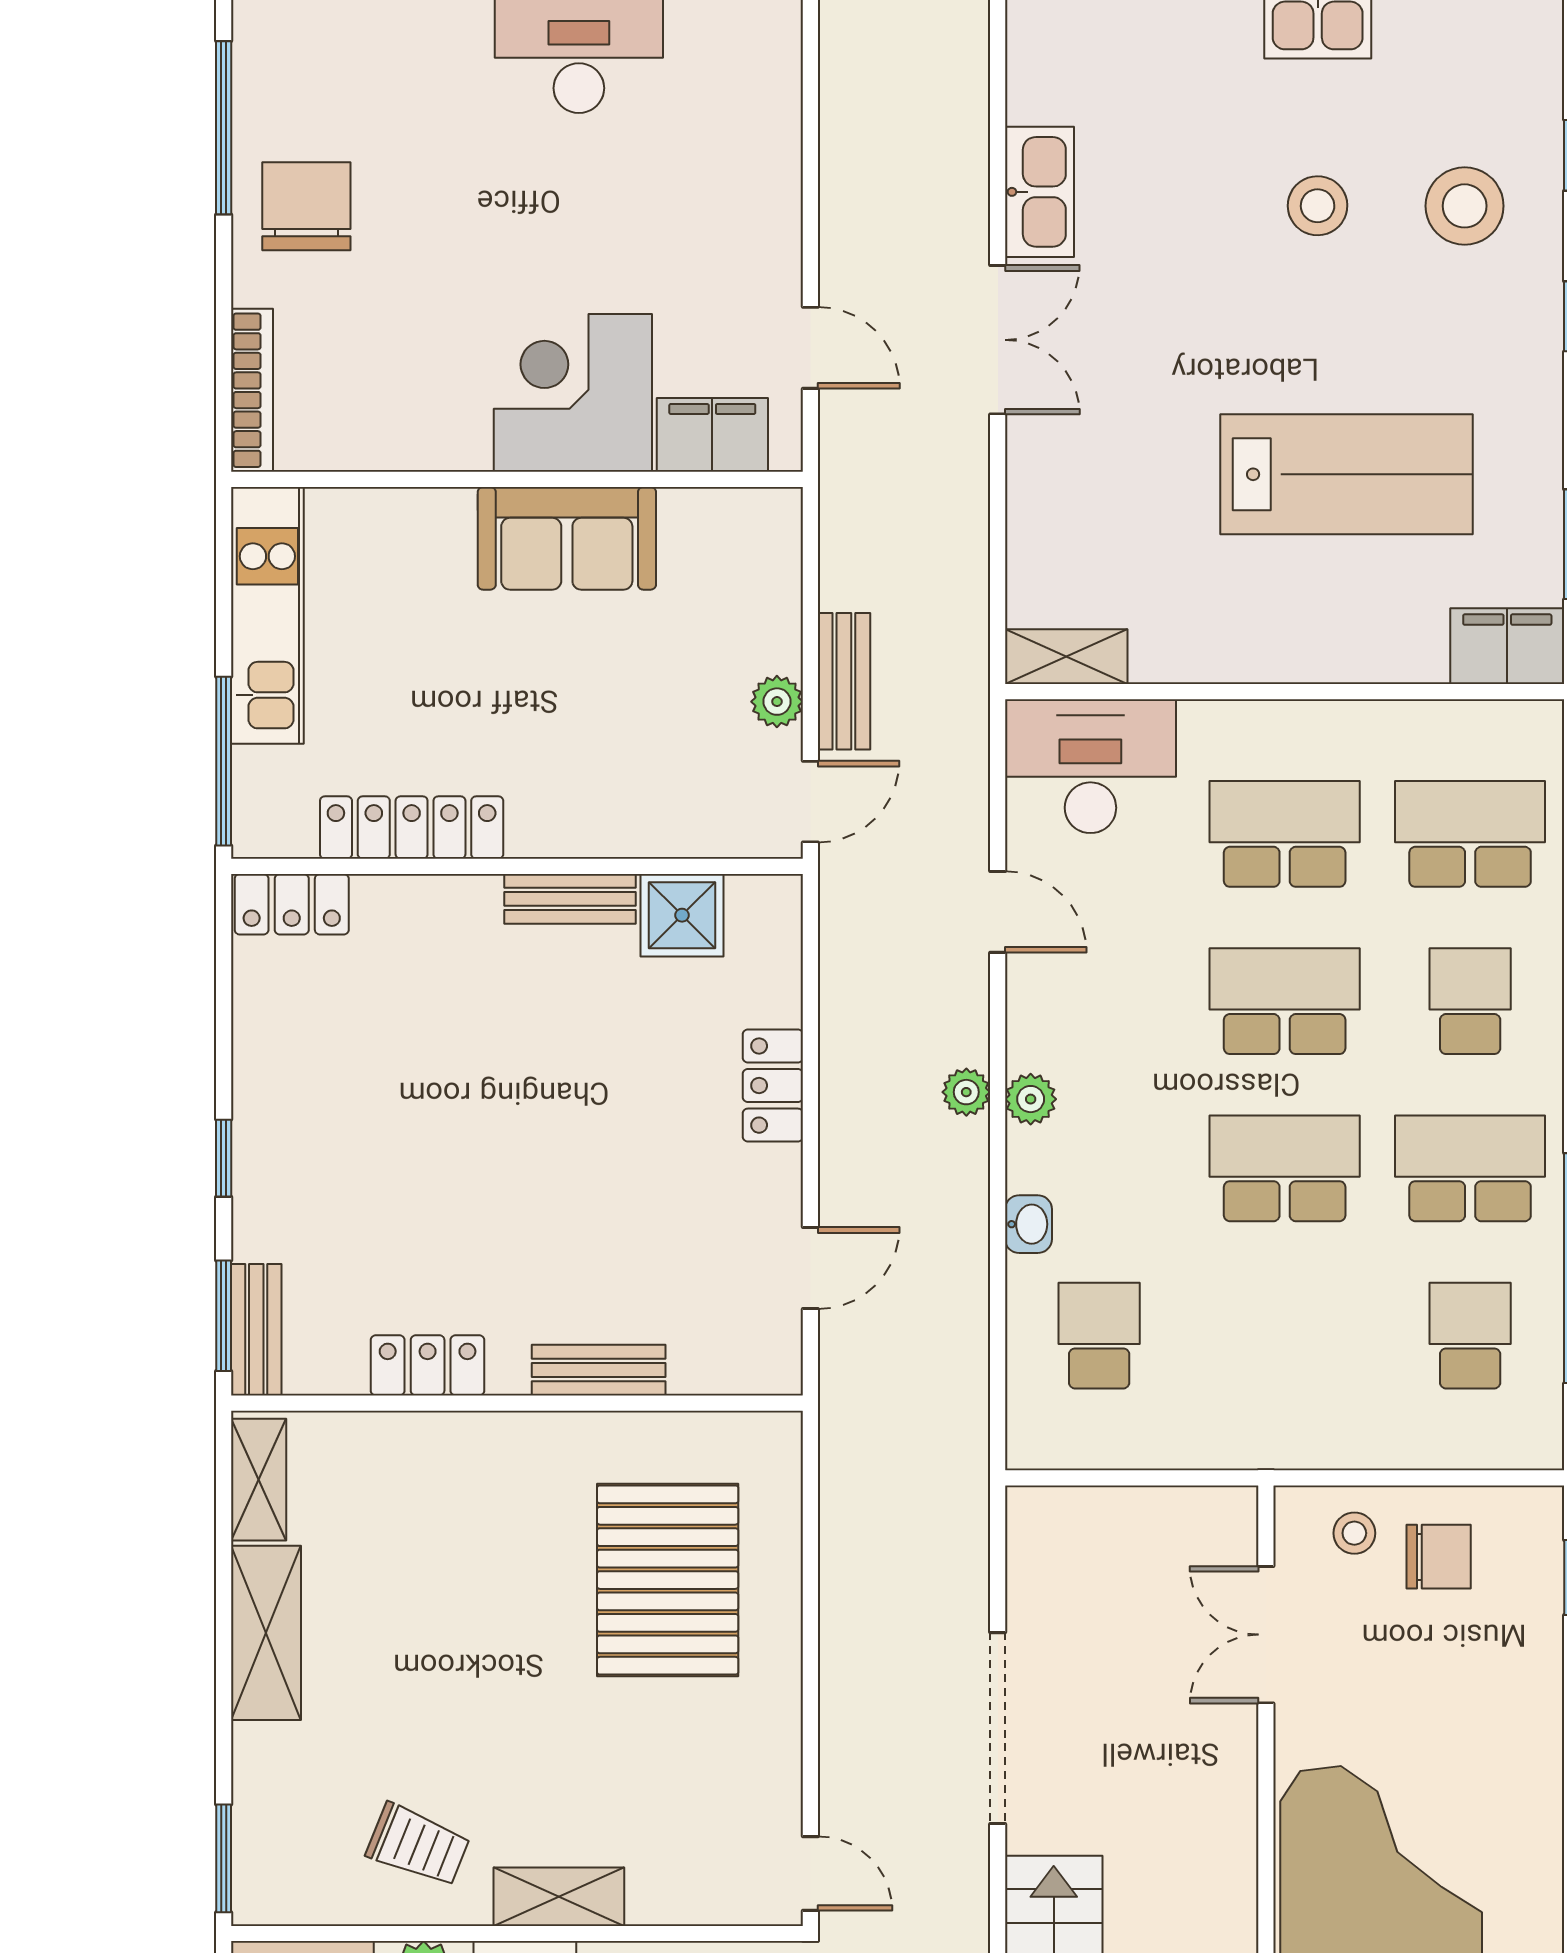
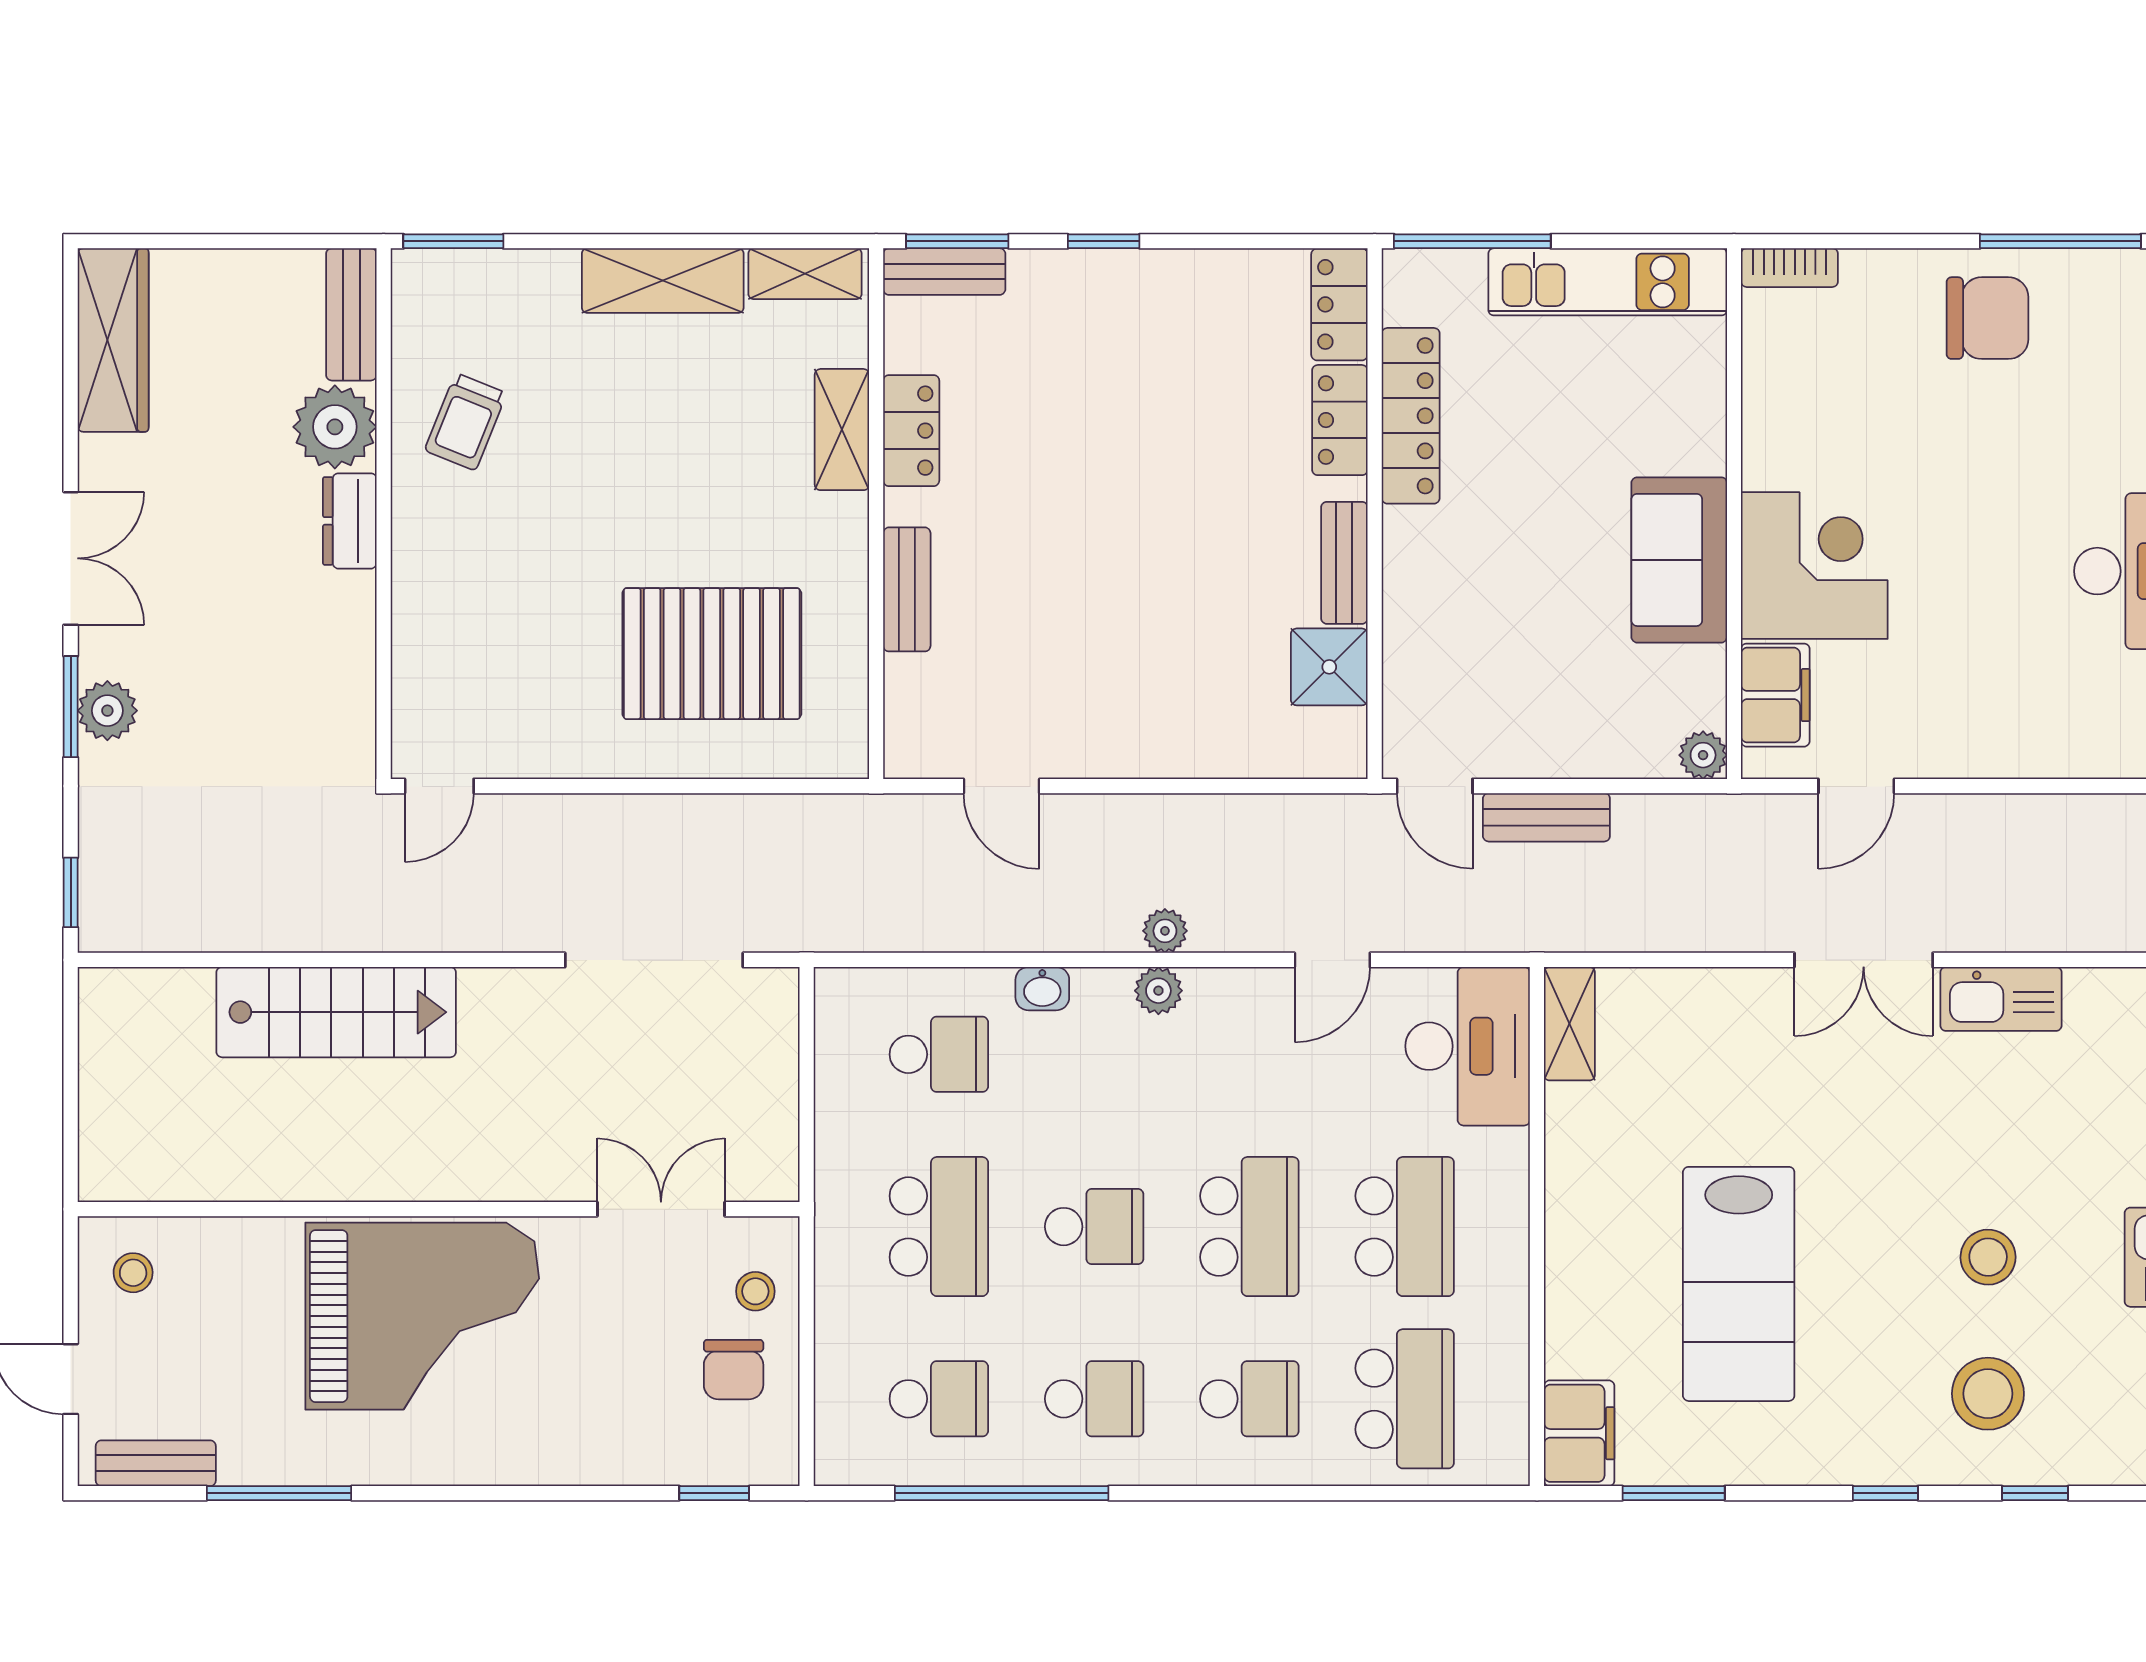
bookcase: (252, 390) -> (1789, 268), width x0.64
plant: (777, 702) -> (1703, 755), moved
locker: (773, 1086) -> (1340, 420), moved, turned -90
school desk: (1285, 1168) -> (1094, 1227), width x0.54
school desk: (1470, 1168) -> (1094, 1399), width x0.54
school desk: (1285, 1336) -> (939, 1227), added
doorway: (998, 1728) -> (654, 960), moved
shelving: (559, 1897) -> (842, 430), moved

